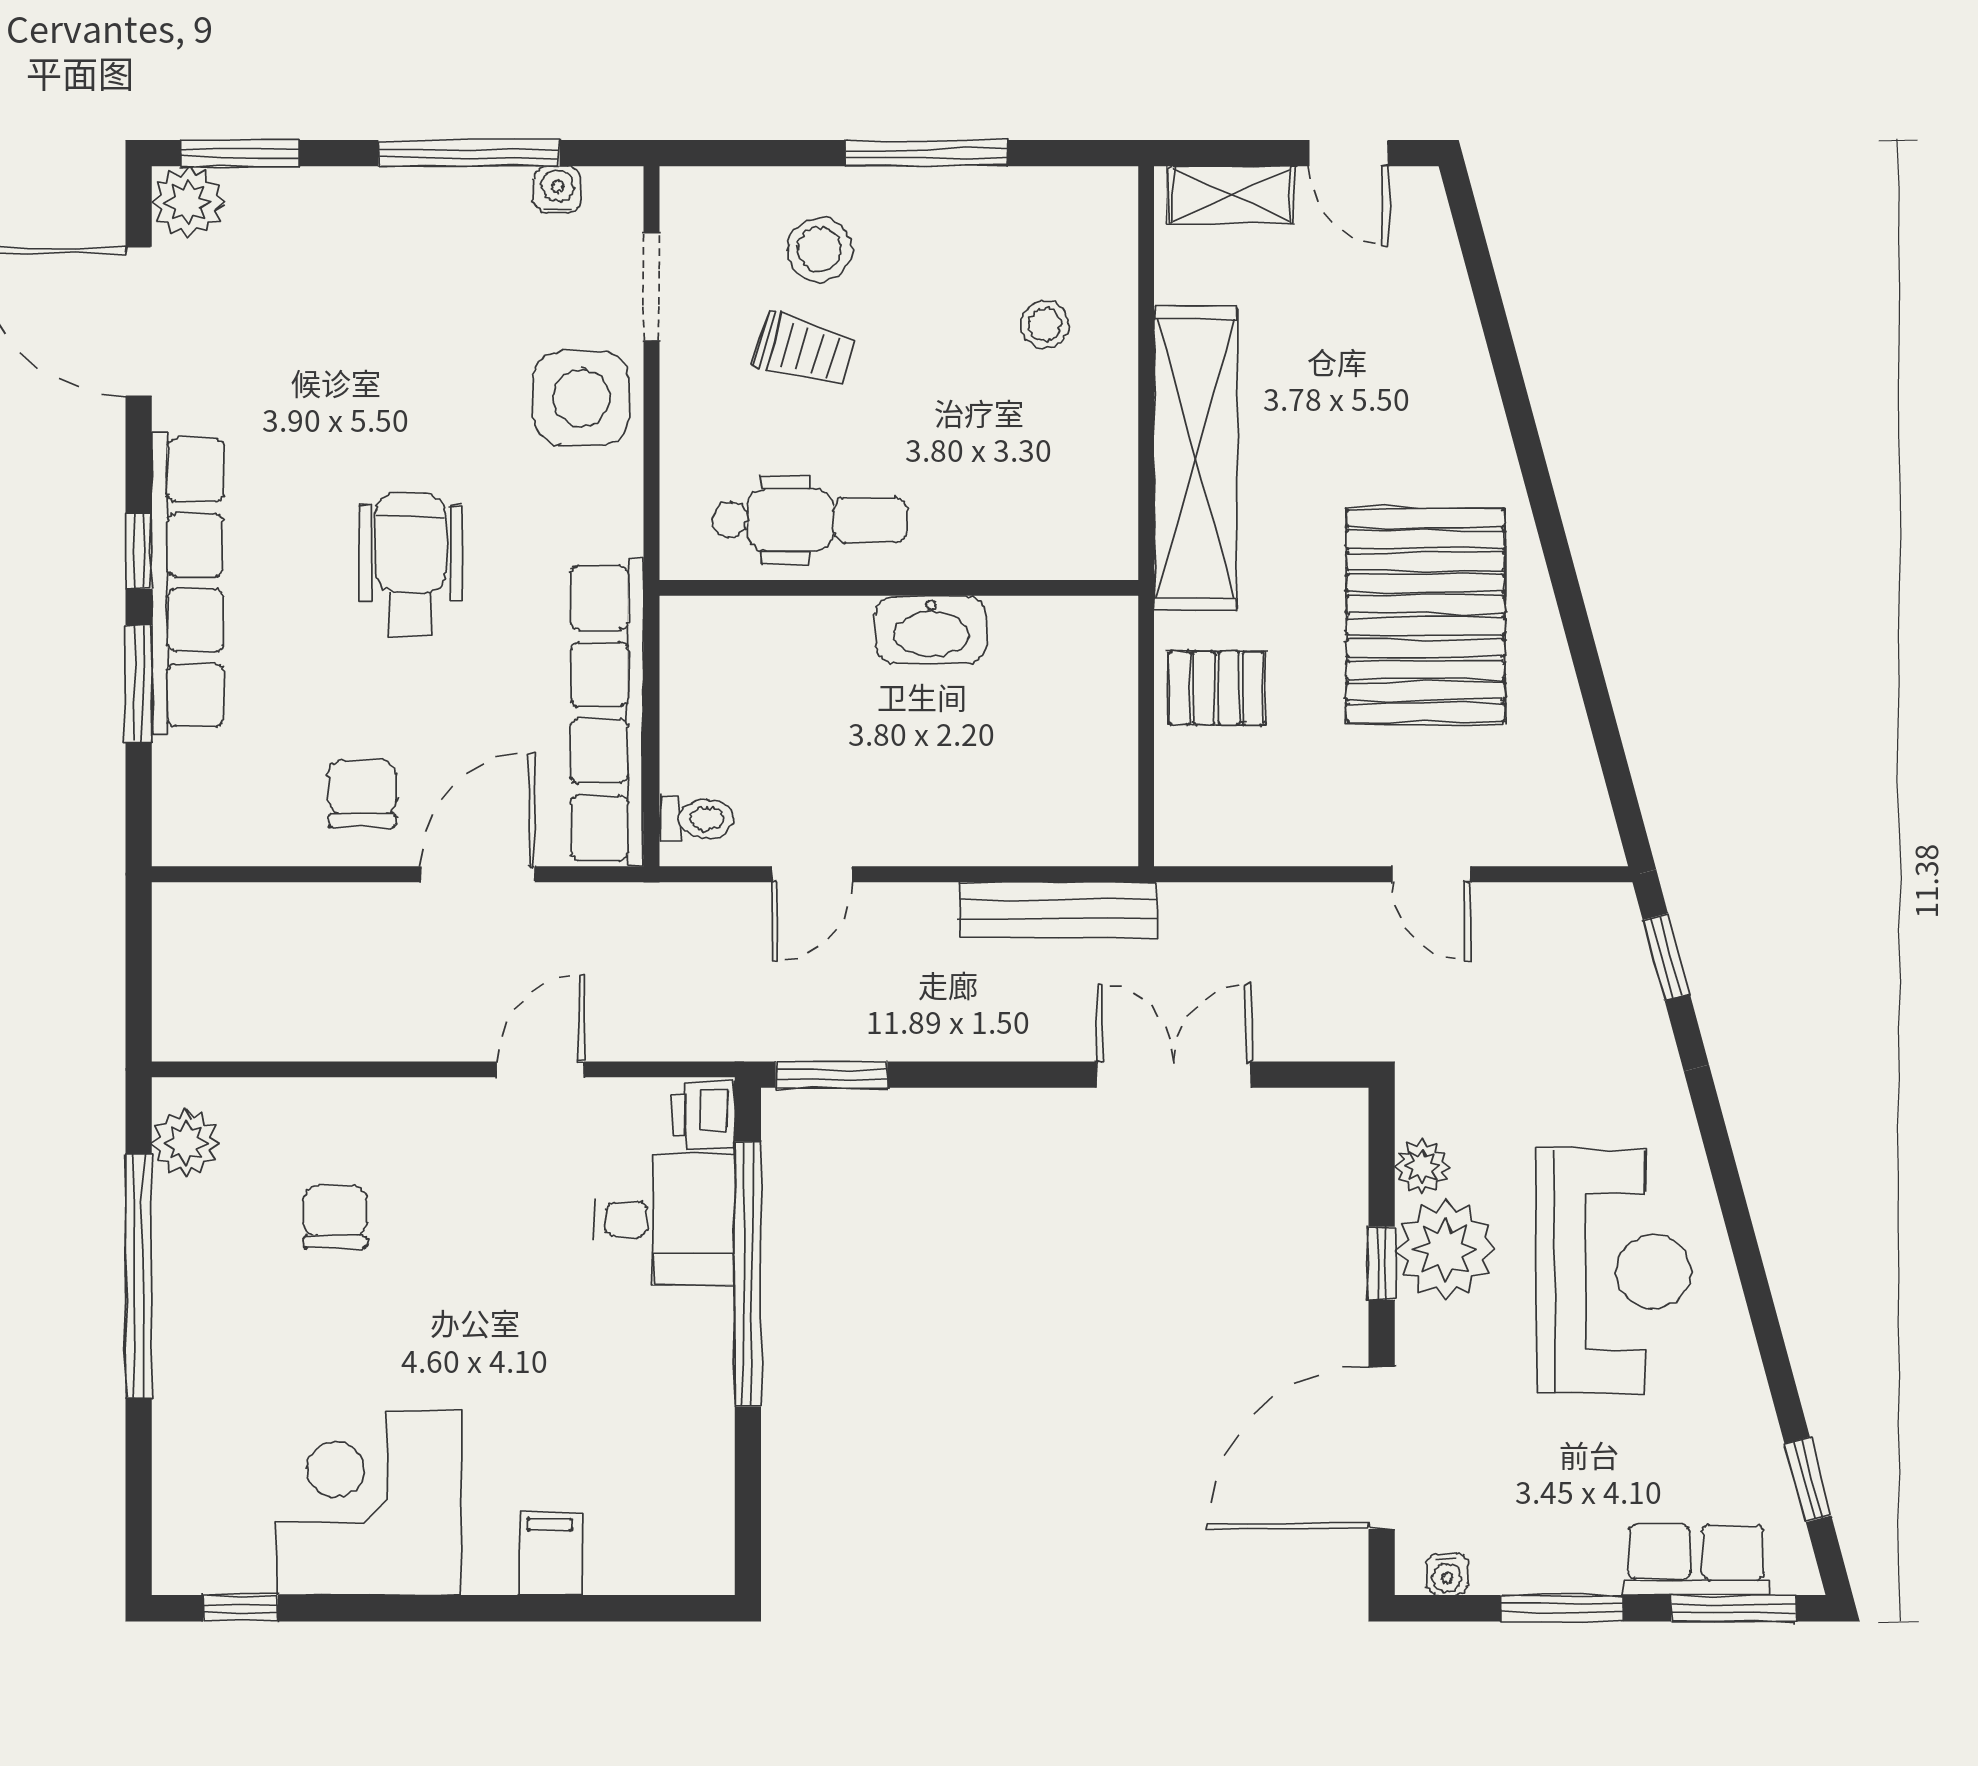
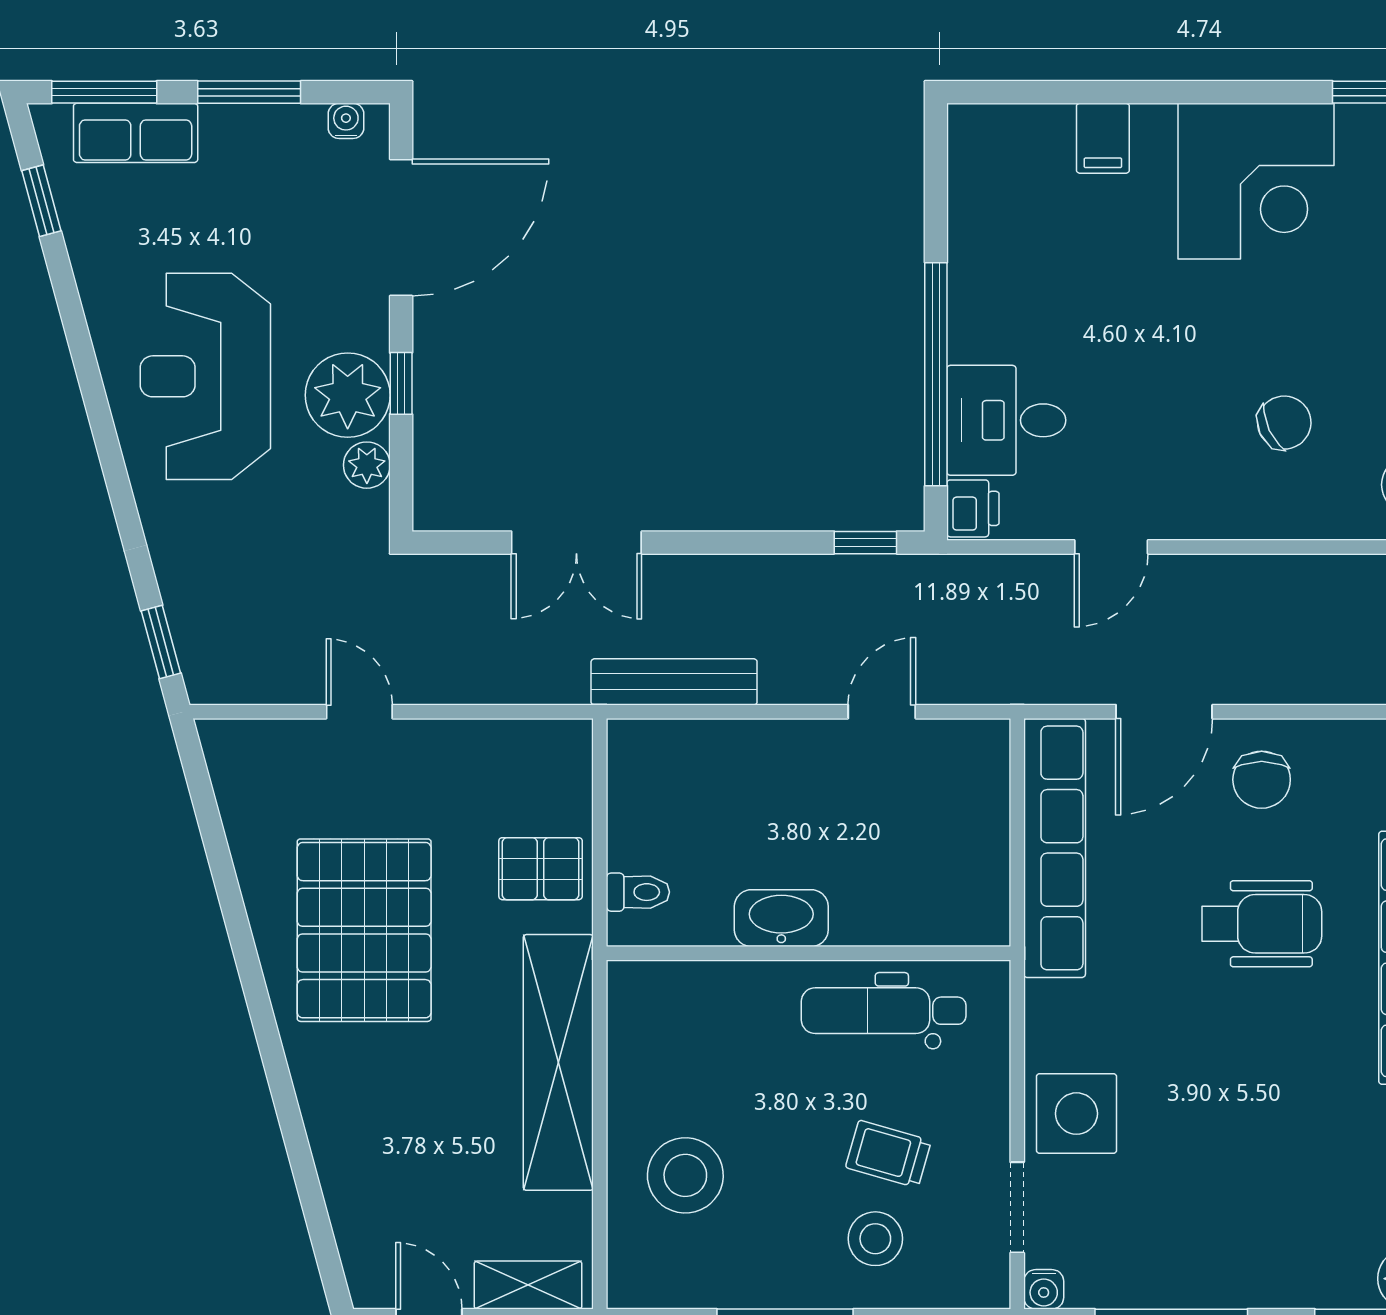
water cooler: (557, 190) -> (1044, 1289), moved
stool: (1045, 325) -> (685, 1175), width x1.89, depth x1.89
wheelchair: (411, 564) -> (1262, 924), moved, turned -90
toilet: (697, 819) -> (638, 892), moved, turned 180
window: (831, 1075) -> (865, 543), width x0.67
chair: (335, 1217) -> (1284, 423), turned -115

